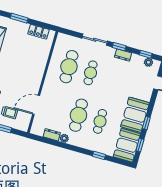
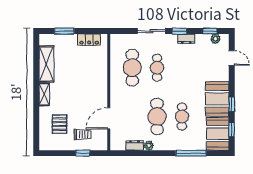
window: (99, 155) -> (191, 153), width x2.17

